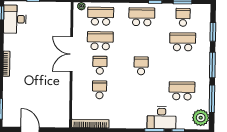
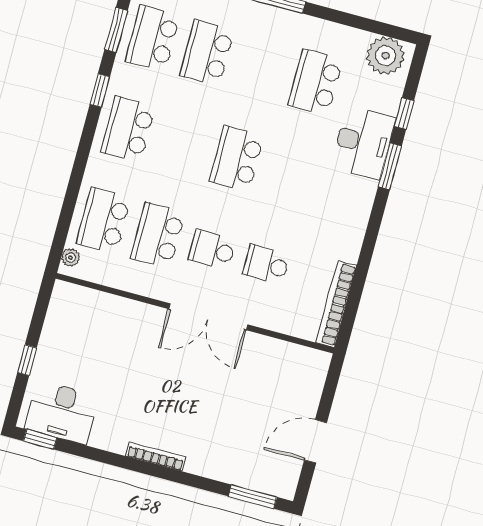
school desk: (183, 17) -> (153, 38), width x1.85
double door: (71, 54) -> (208, 317), moved
school desk: (141, 66) -> (237, 159), width x1.85
window: (212, 99) -> (350, 20), removed

